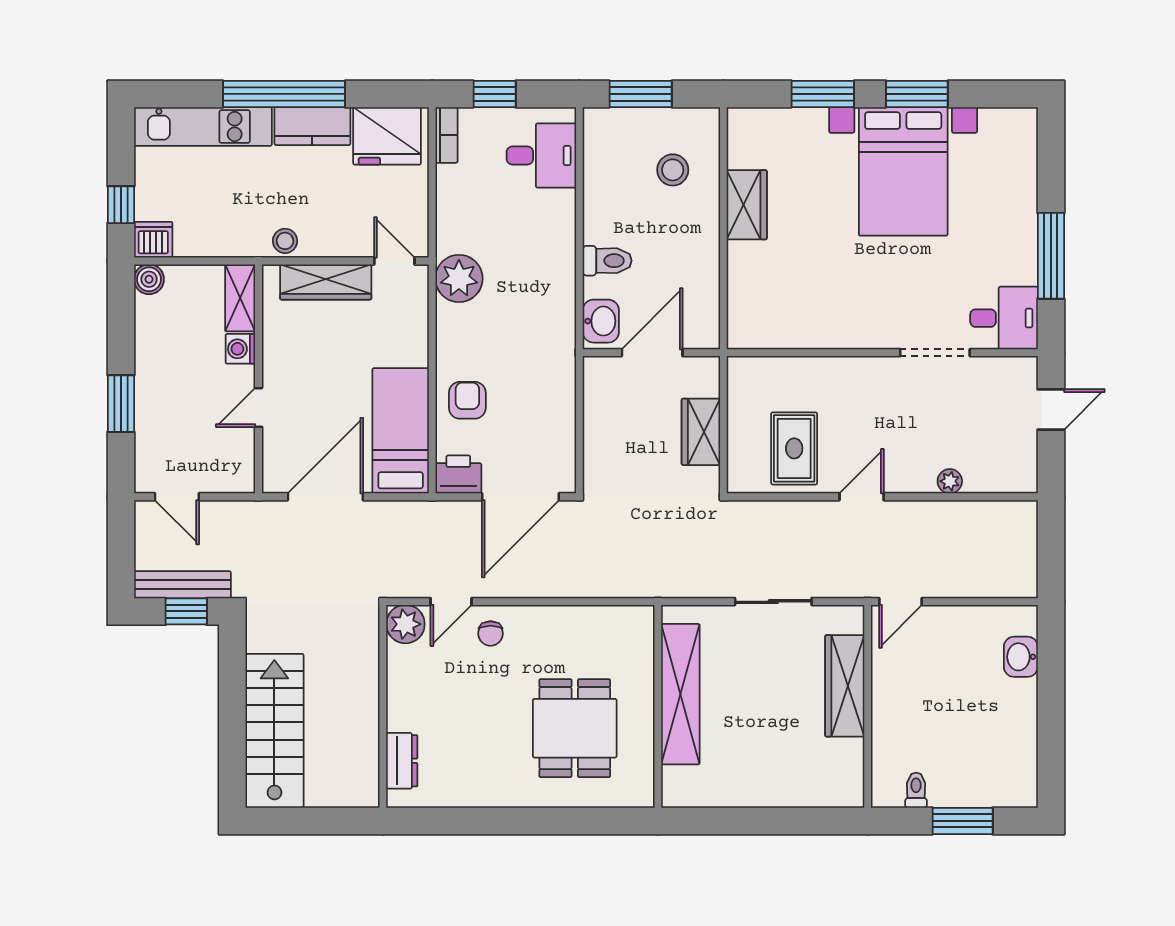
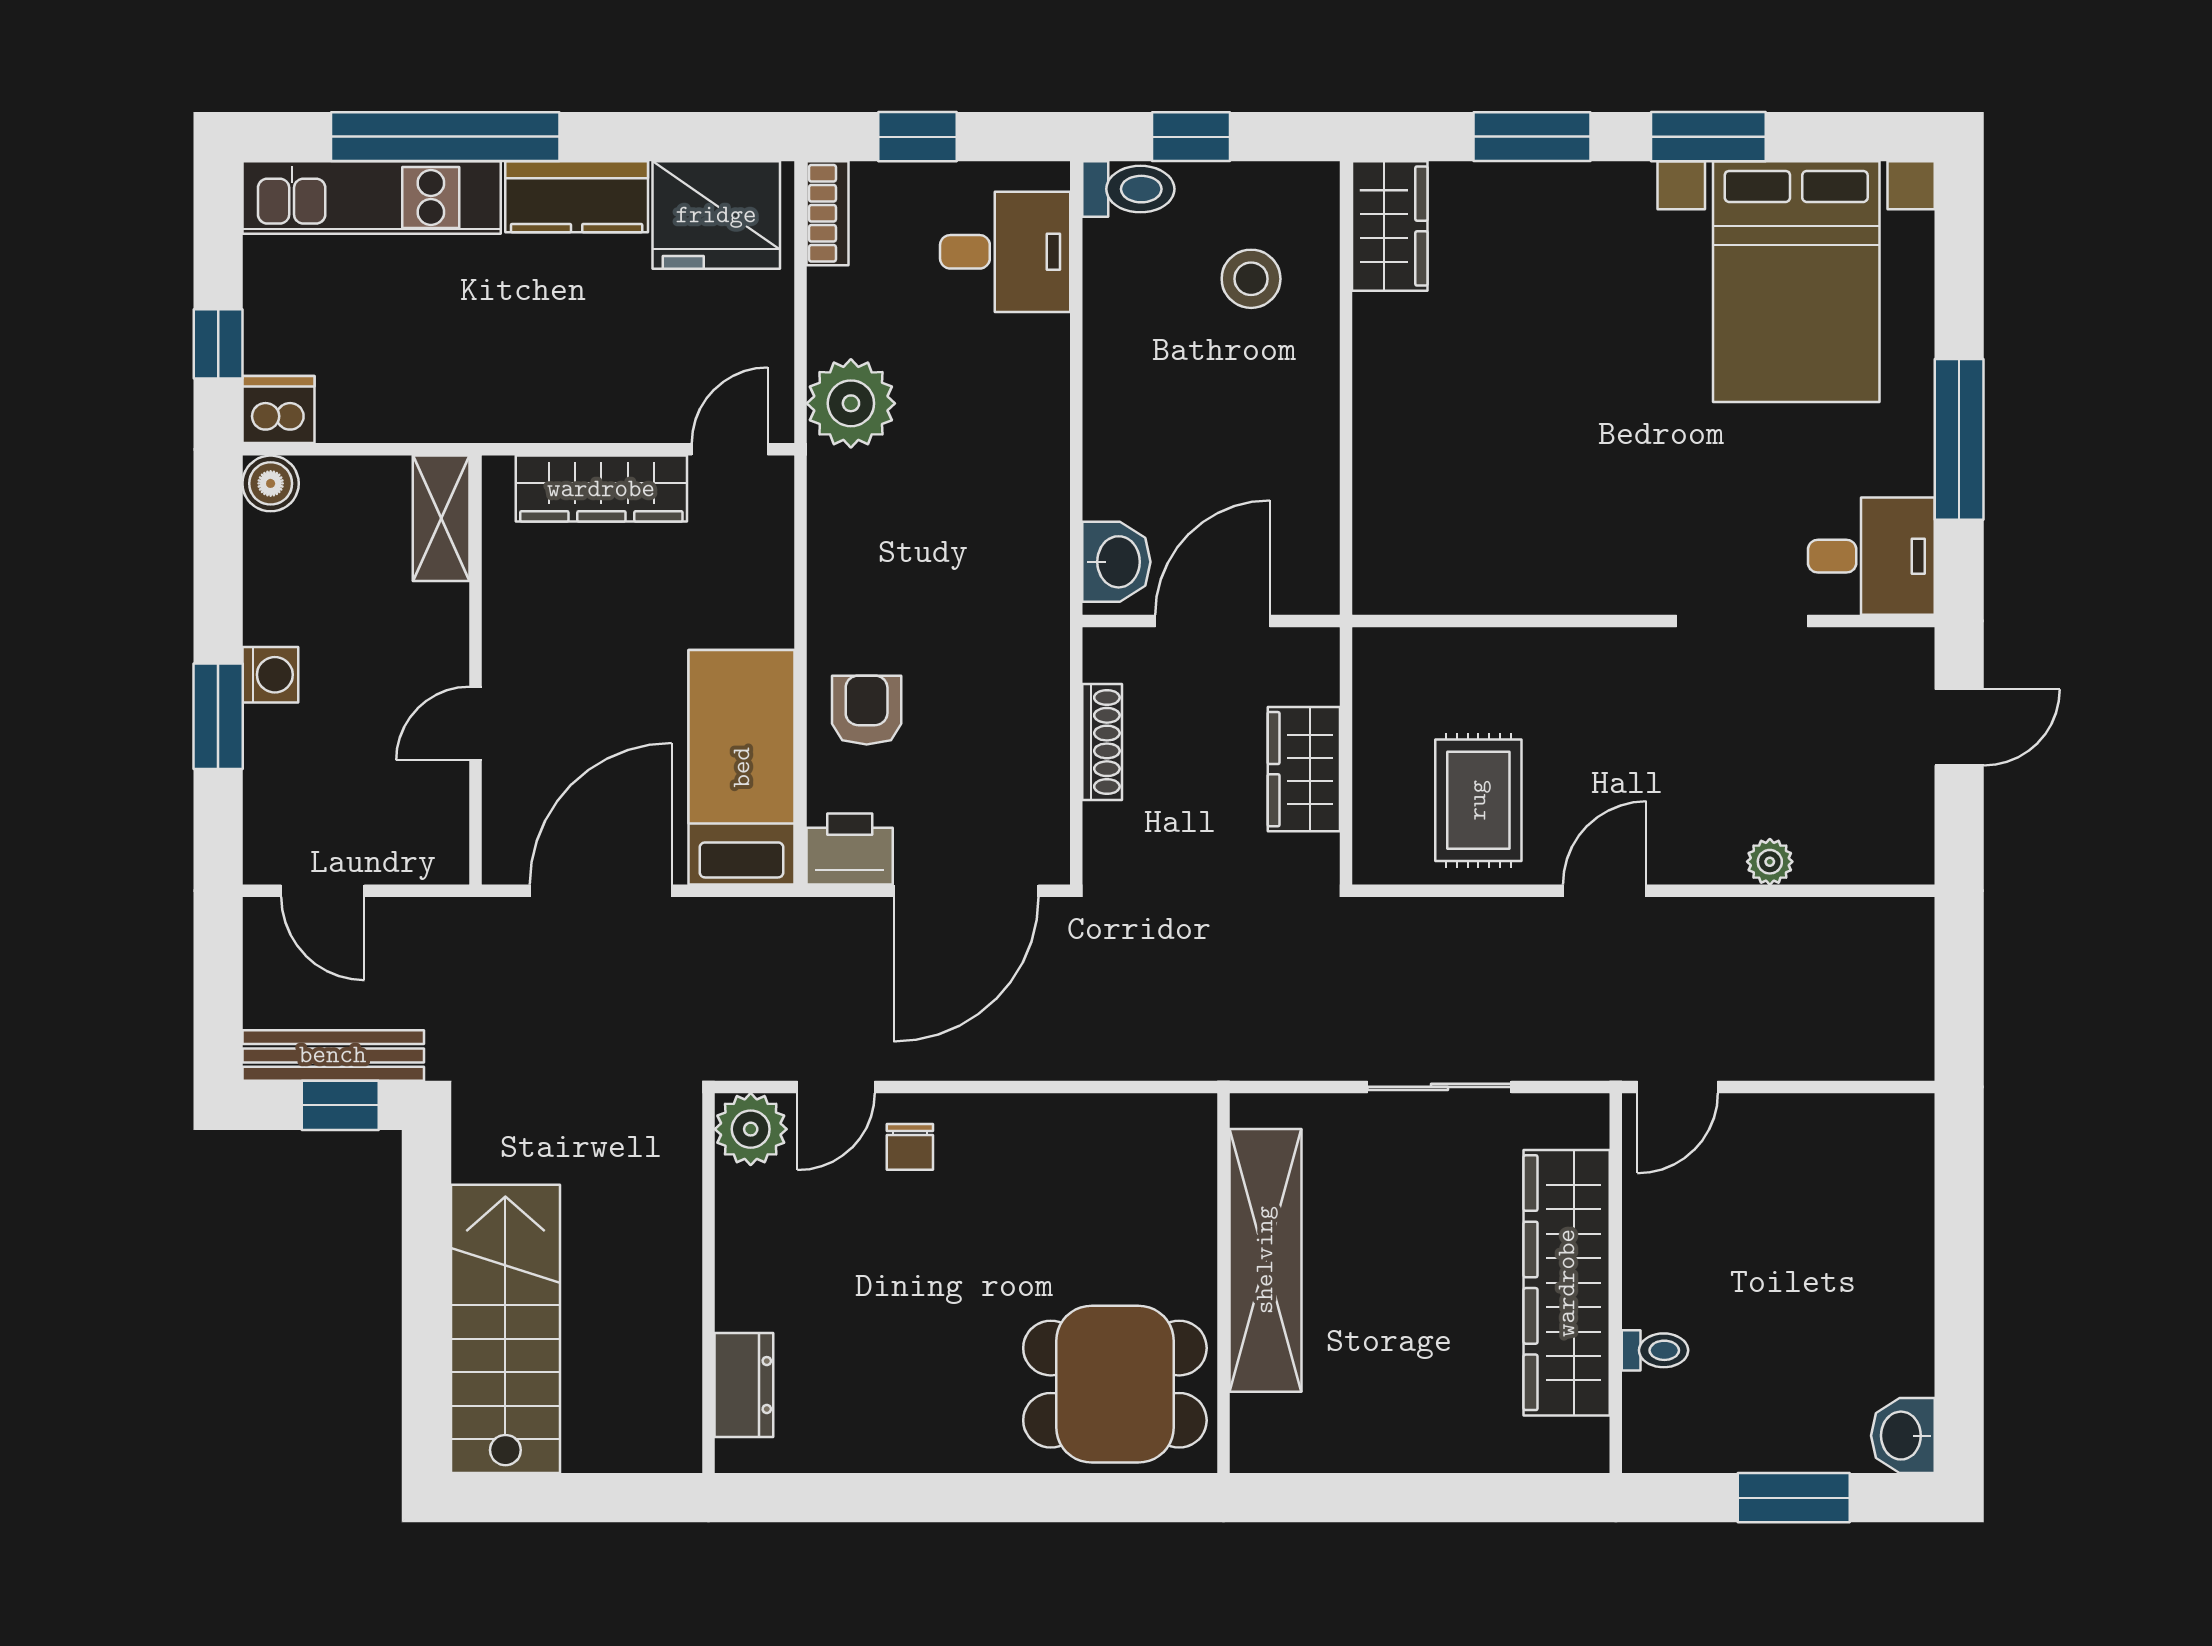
window: (284, 94) -> (445, 137), moved
window: (641, 94) -> (1191, 137), width x0.67
bed with nightstands: (903, 171) -> (1796, 282), moved
wardrobe: (747, 205) -> (1390, 226), moved
stool: (285, 241) -> (525, 412), removed
door: (394, 261) -> (730, 449), hinge flipped
toilet: (607, 261) -> (1128, 189), moved
plant: (459, 278) -> (851, 403), moved
washing machine: (240, 349) -> (270, 675), moved, turned 180
shoe rack: (593, 417) -> (1102, 742), added
washbasin: (1021, 657) -> (1903, 1436), moved
wardrobe: (845, 686) -> (1567, 1283), width x1.40, depth x1.17
dining table: (575, 728) -> (1115, 1384), moved, turned 90
toilet: (916, 790) -> (1655, 1350), moved, turned 90

